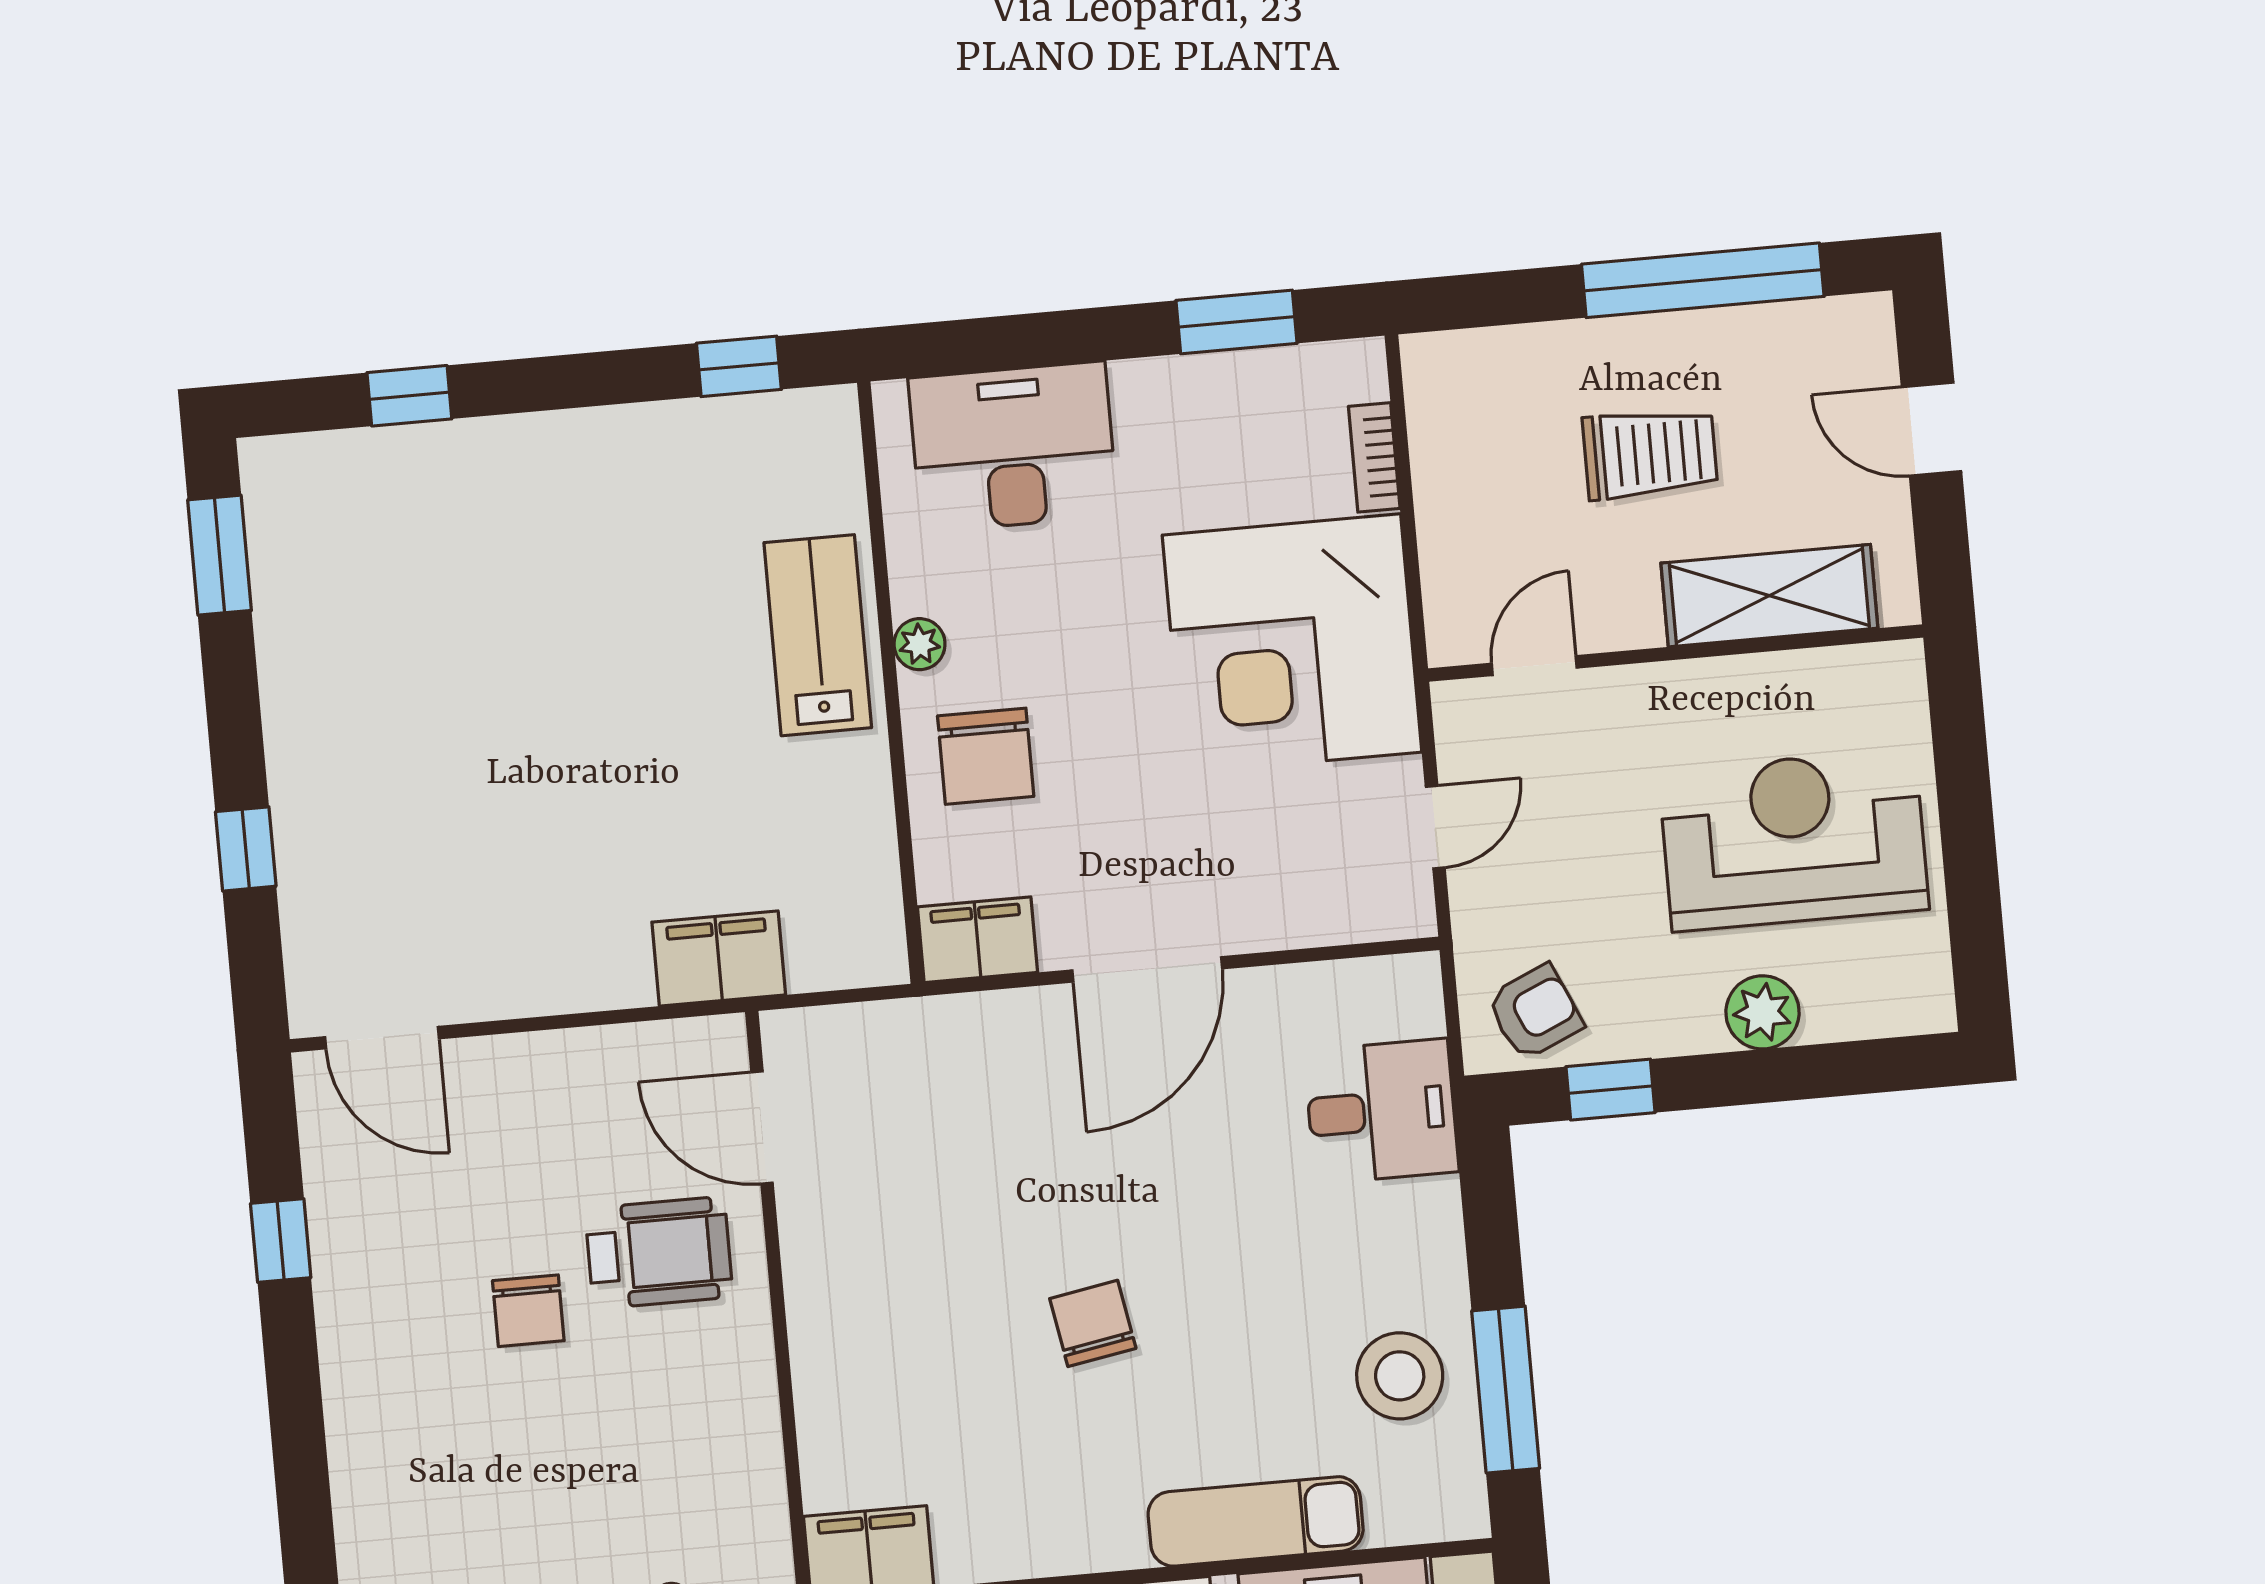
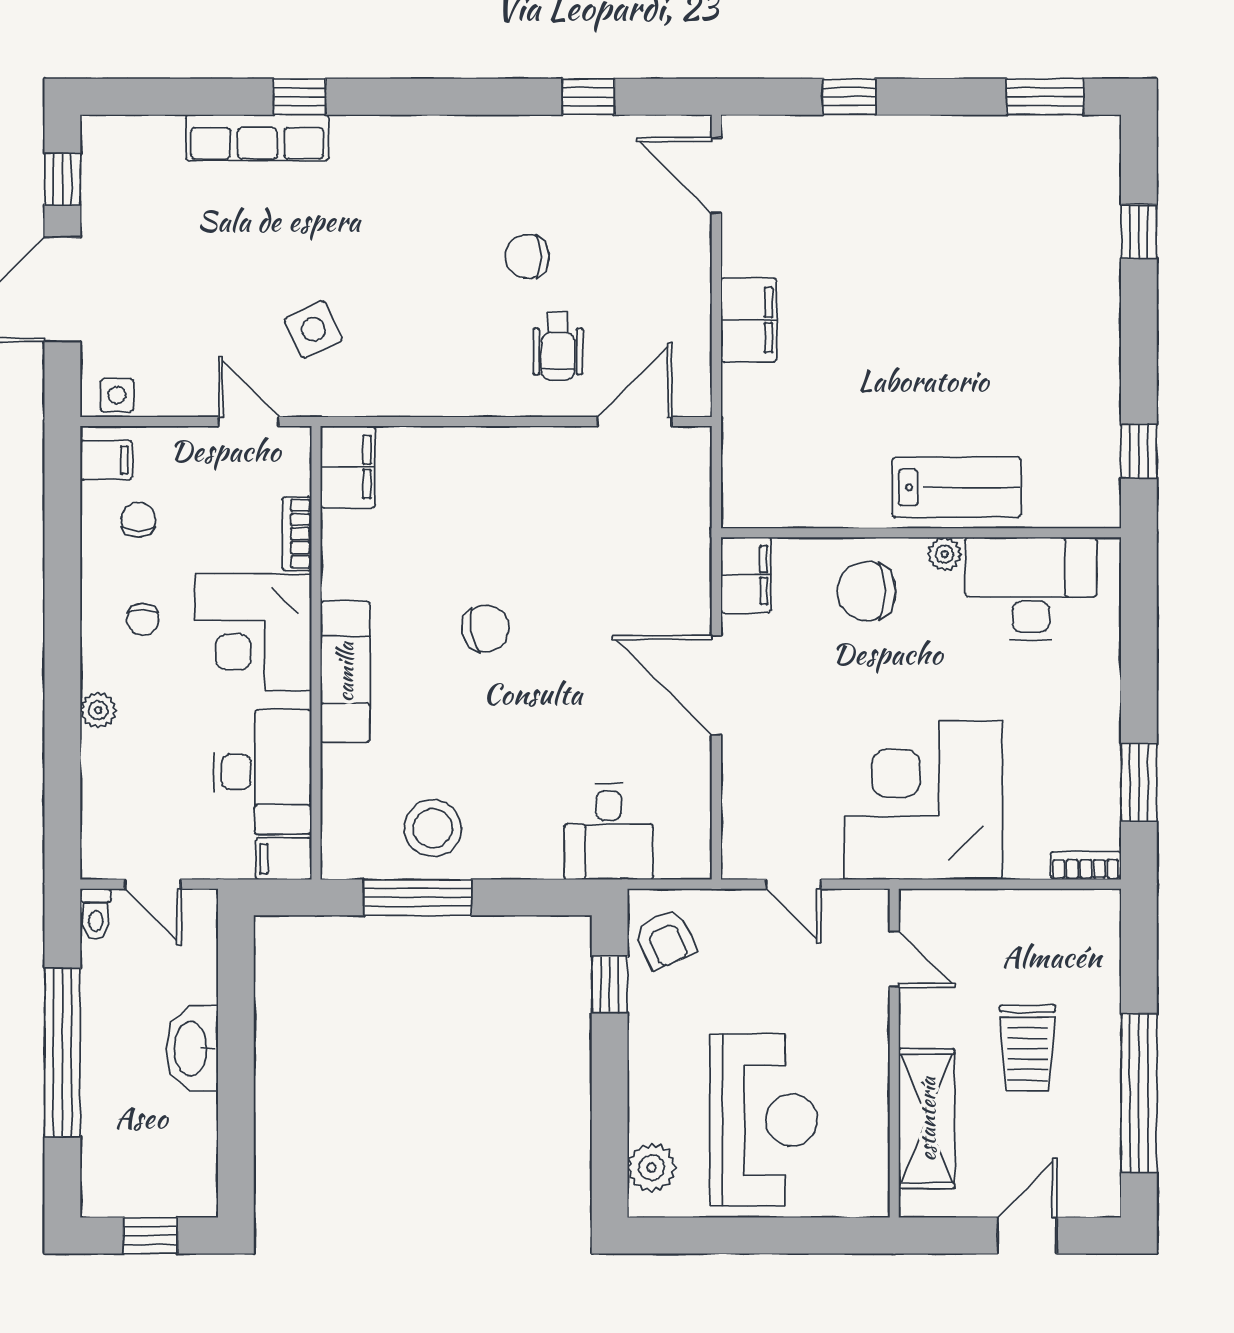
desk: (1013, 447) -> (1031, 589), moved, turned -90
bookcase: (1374, 457) -> (1086, 866), moved
filing cabinet: (719, 958) -> (749, 320), moved
plant: (1763, 1012) -> (652, 1168), moved
door: (382, 1038) -> (716, 176), hinge flipped
wheelchair: (659, 1253) -> (558, 346), width x0.73, depth x0.73
exam couch: (1256, 1521) -> (345, 672), moved

